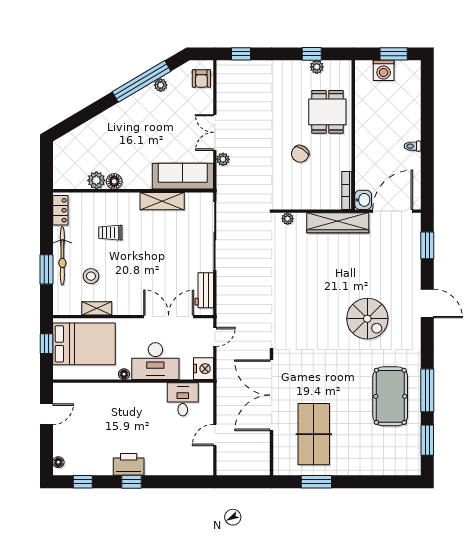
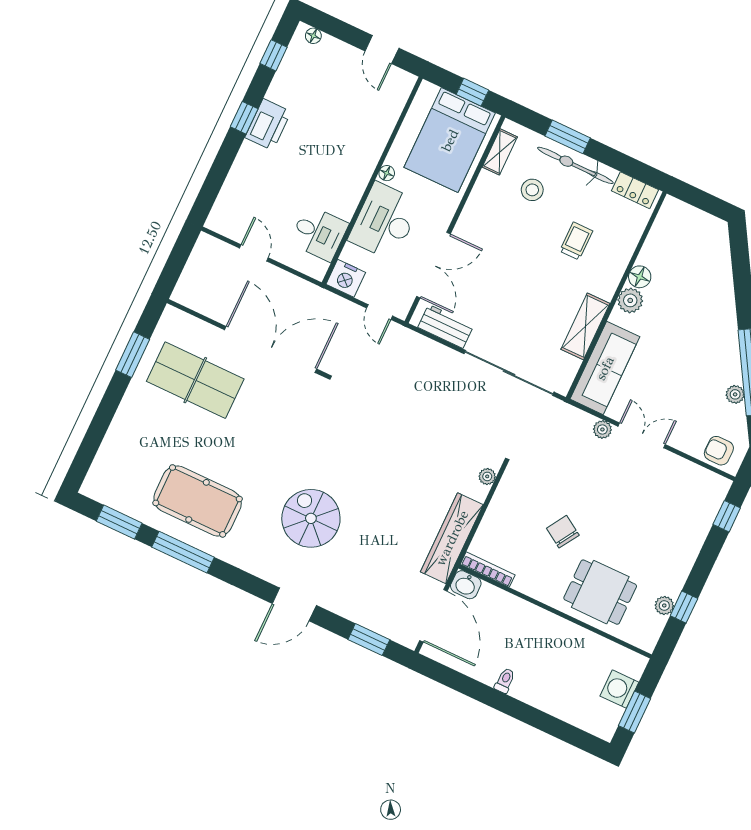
plant: (96, 180) -> (630, 300), moved
shelving: (97, 308) -> (500, 152), moved
spiral stairs: (367, 319) -> (311, 518), turned 90

